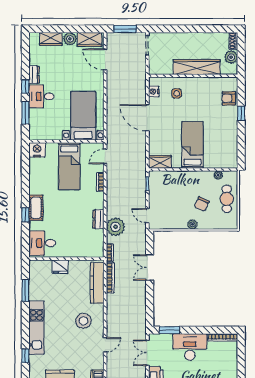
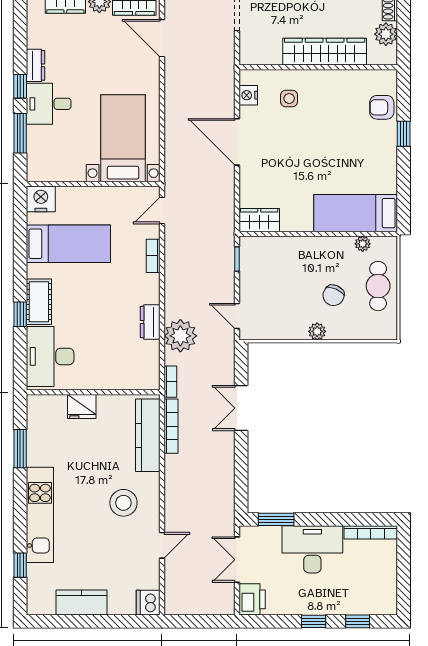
bed: (192, 145) -> (356, 213), moved, turned -90
bed: (69, 166) -> (68, 244), moved, turned -90
desk: (42, 243) -> (50, 356), width x1.37

